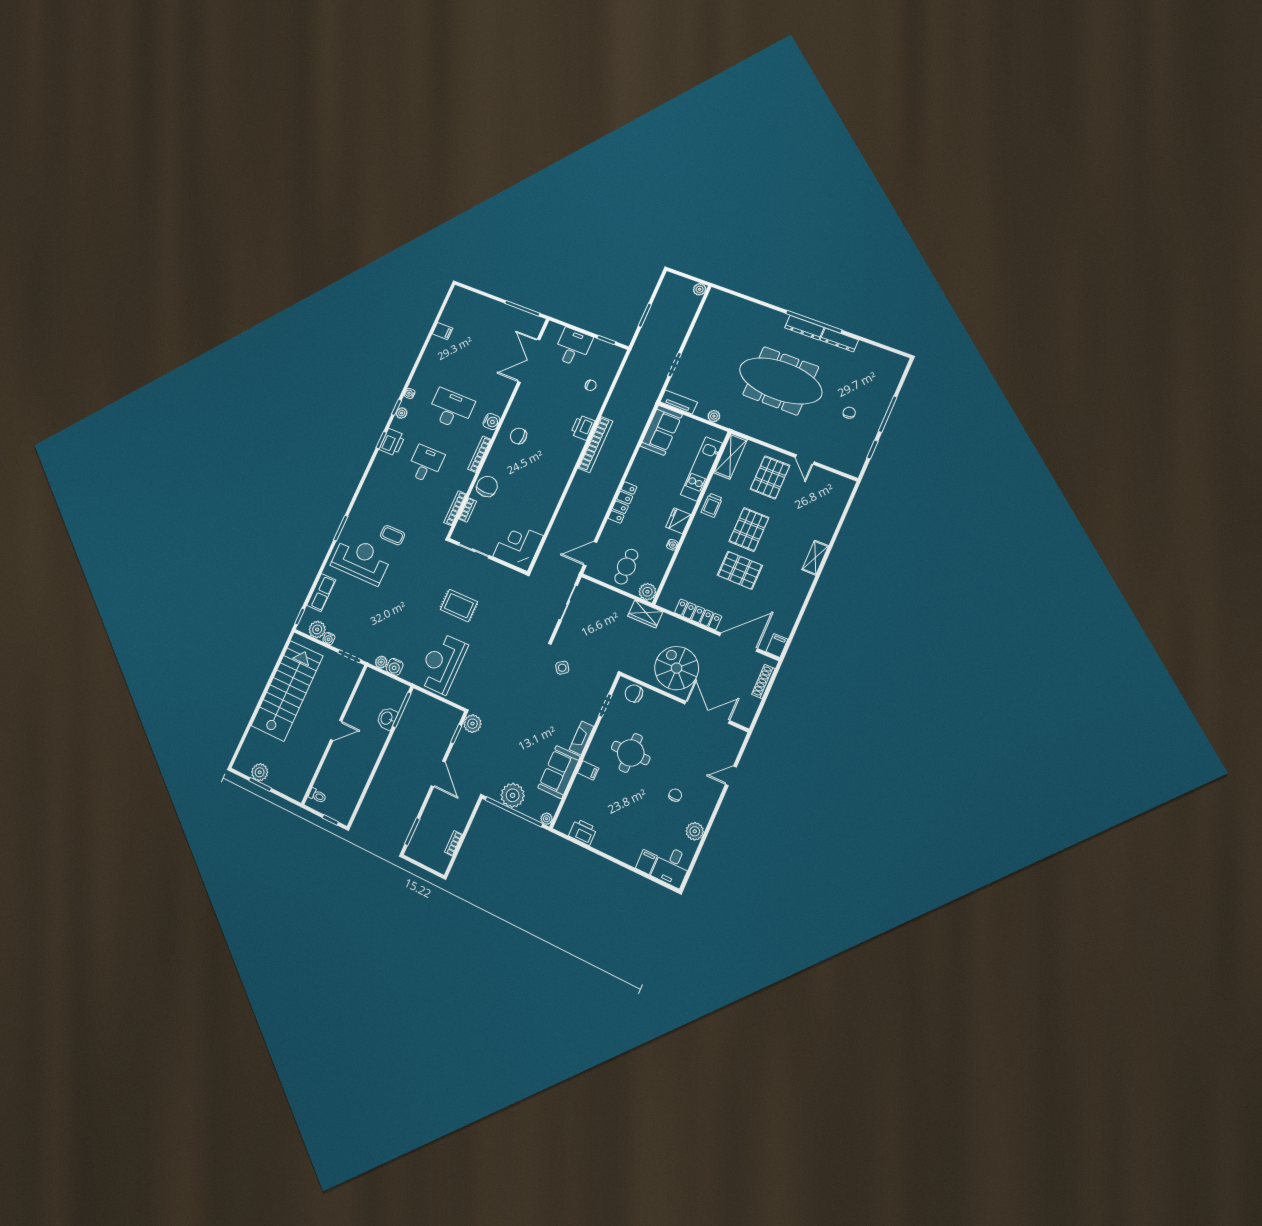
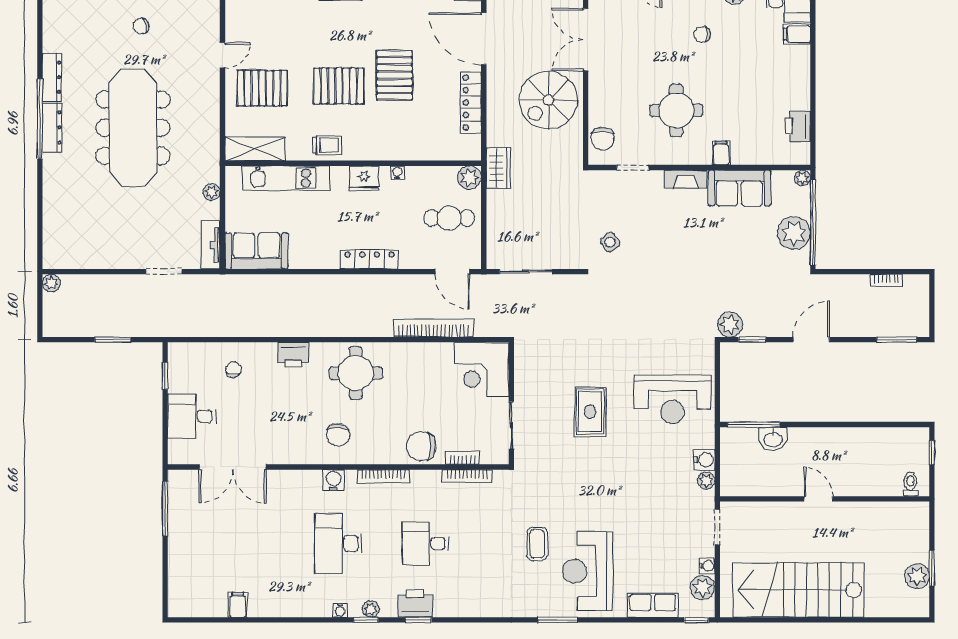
bookcase: (595, 445) -> (434, 328), moved
round table: (553, 463) -> (356, 373), added

